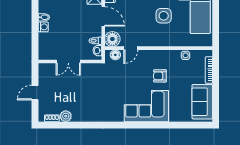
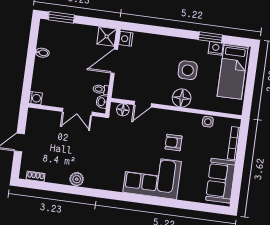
door: (103, 16) -> (114, 61), swing flipped
washing machine: (43, 27) -> (35, 98), moved
floor lamp: (112, 39) -> (182, 98), moved
double door: (68, 61) -> (77, 112), moved
plant: (66, 116) -> (77, 179), moved

